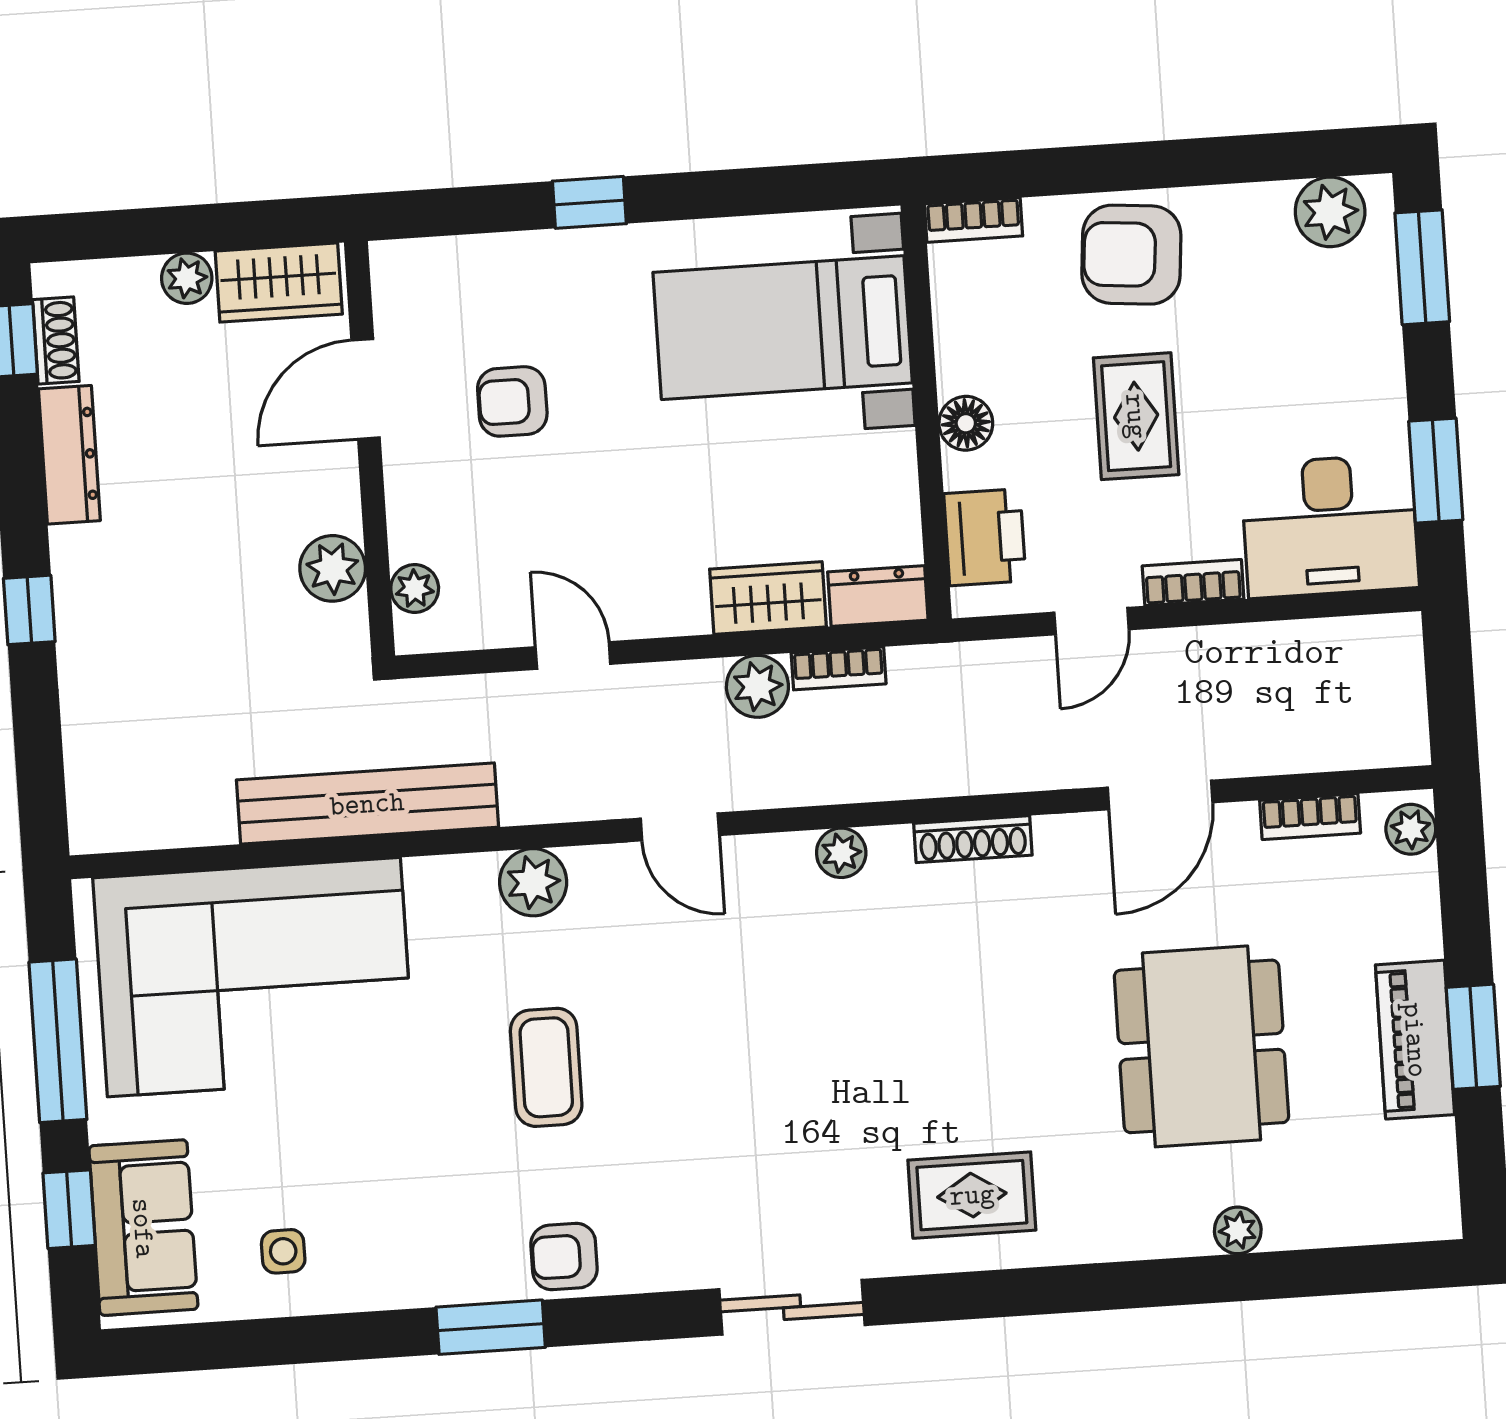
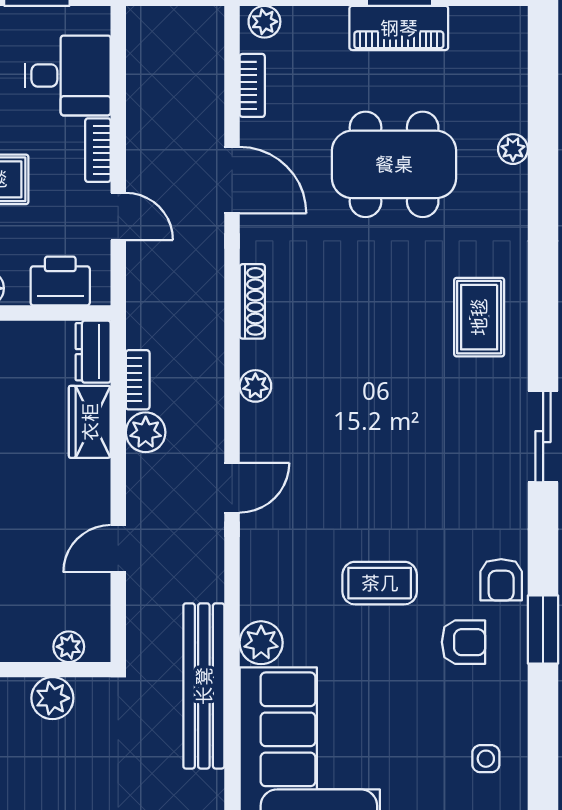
desk: (1330, 526) -> (68, 75), width x0.73
plant: (533, 882) -> (261, 643), moved
armchair: (463, 1204) -> (464, 642), added

